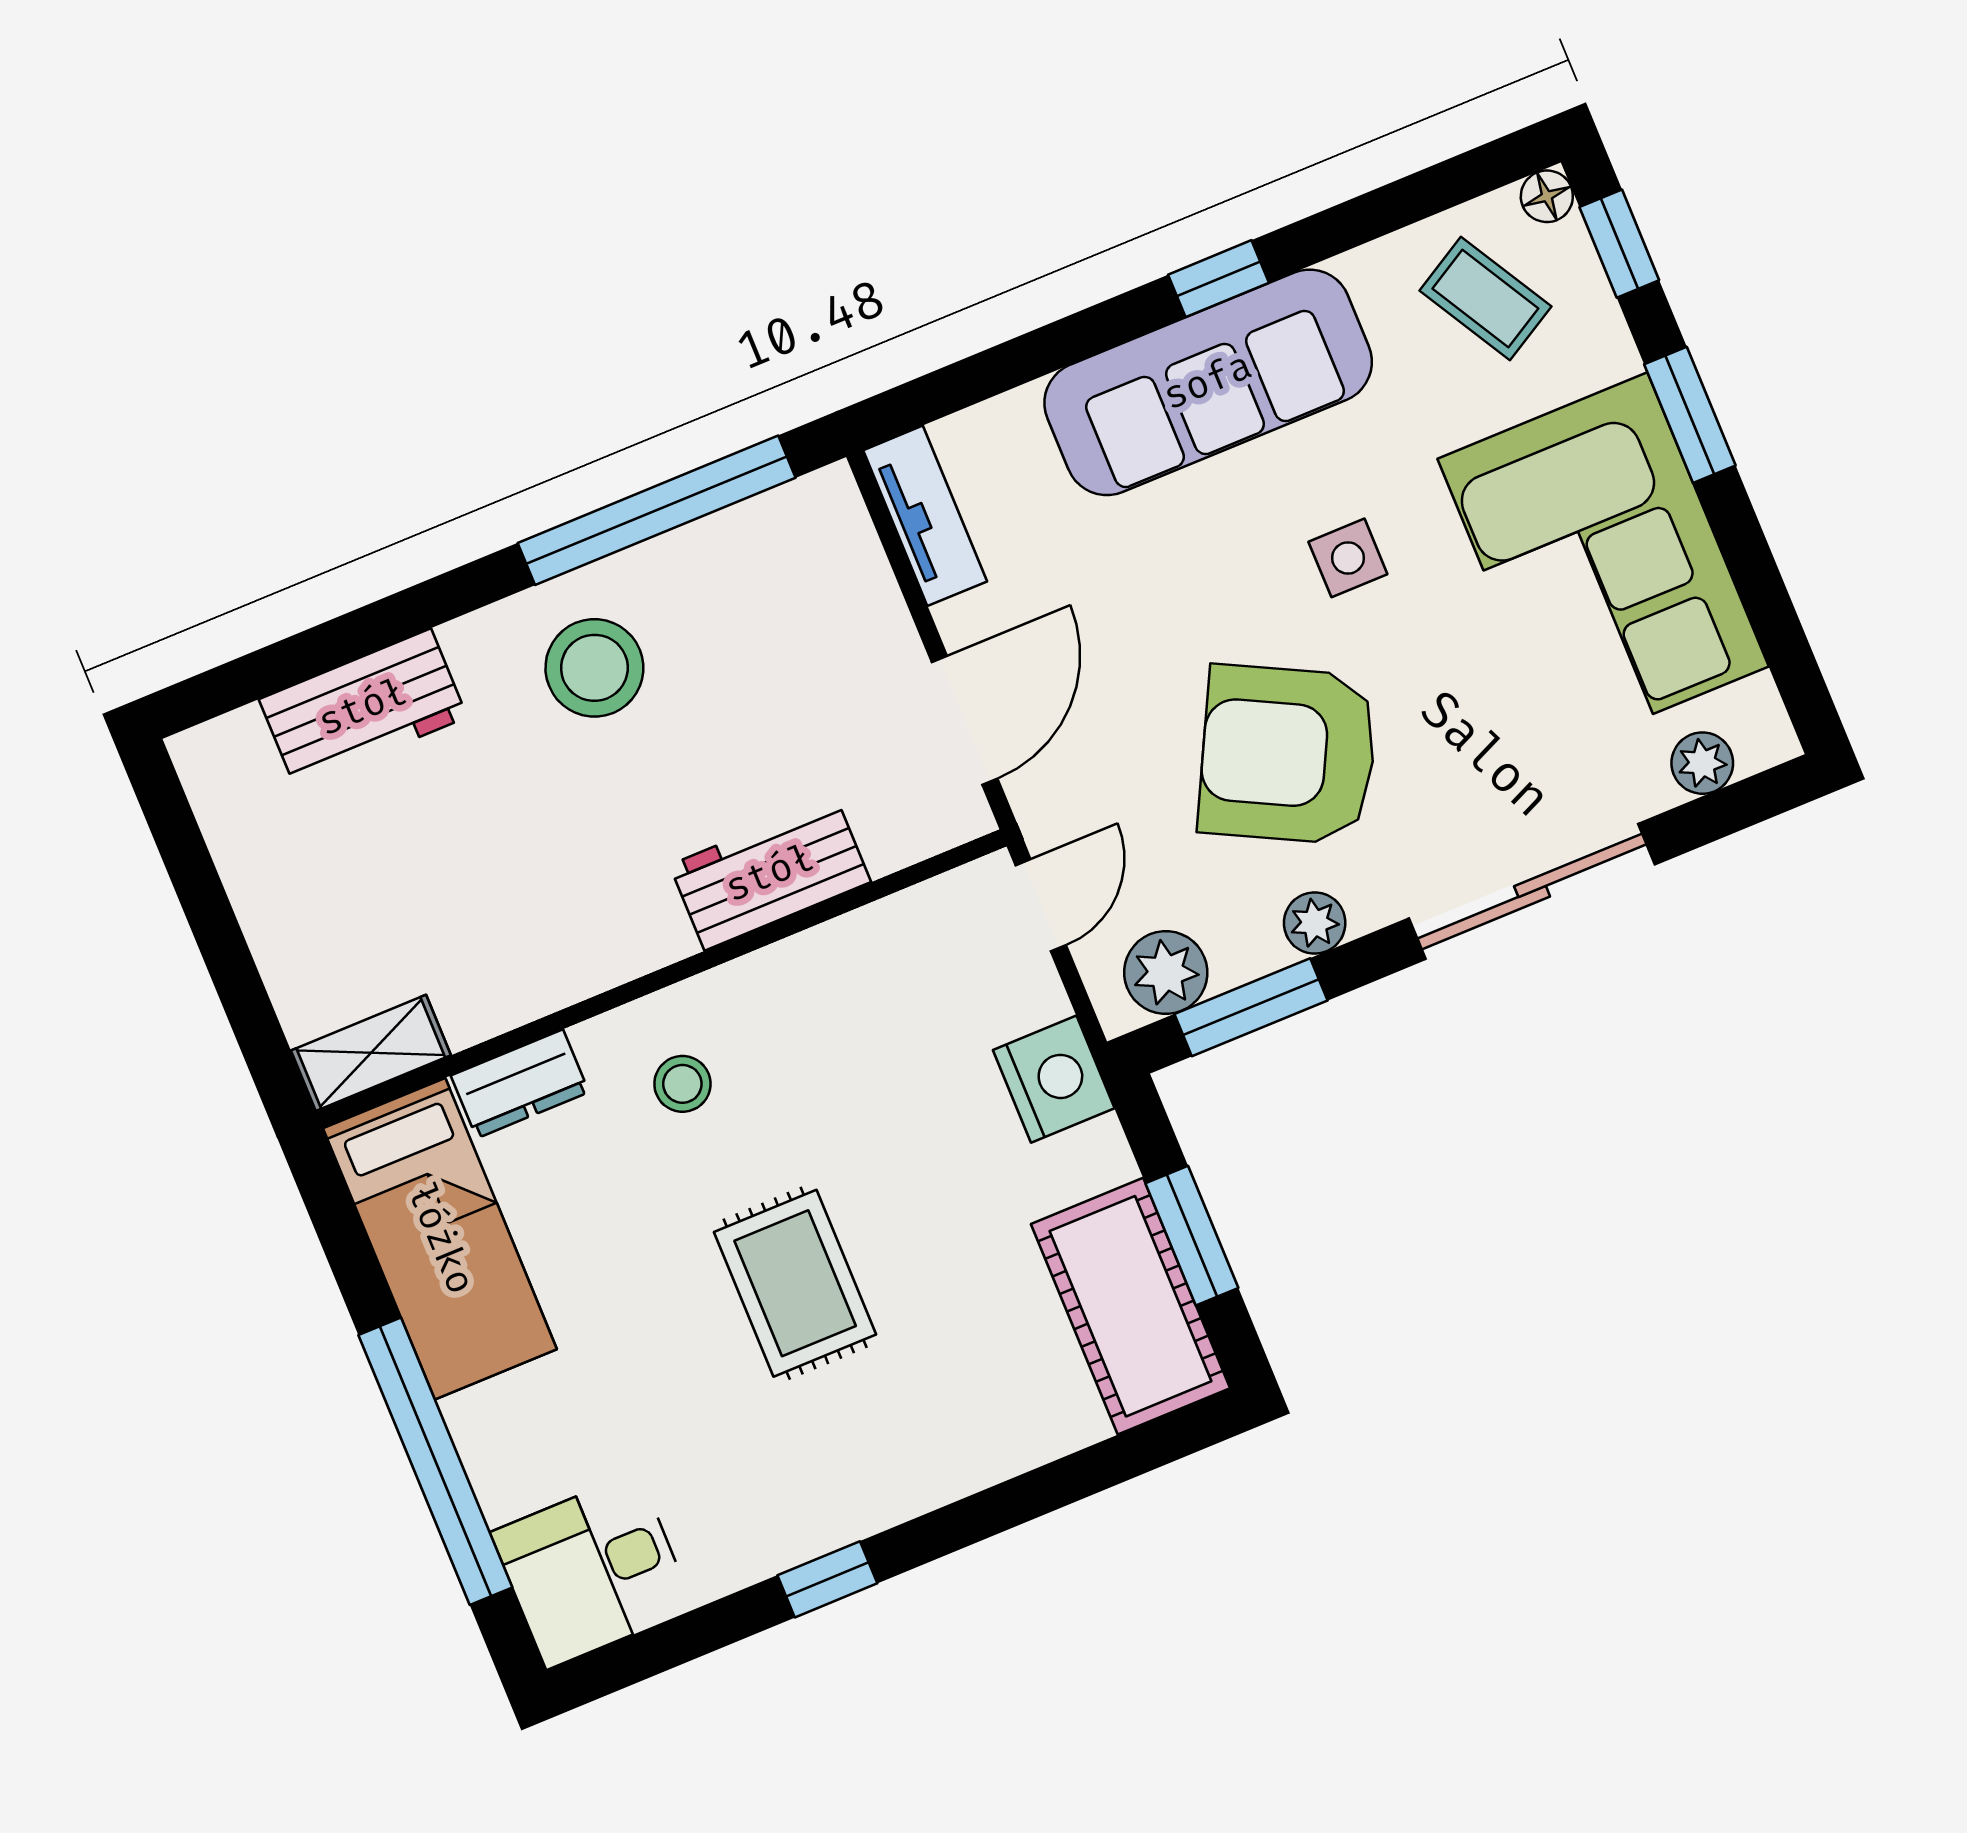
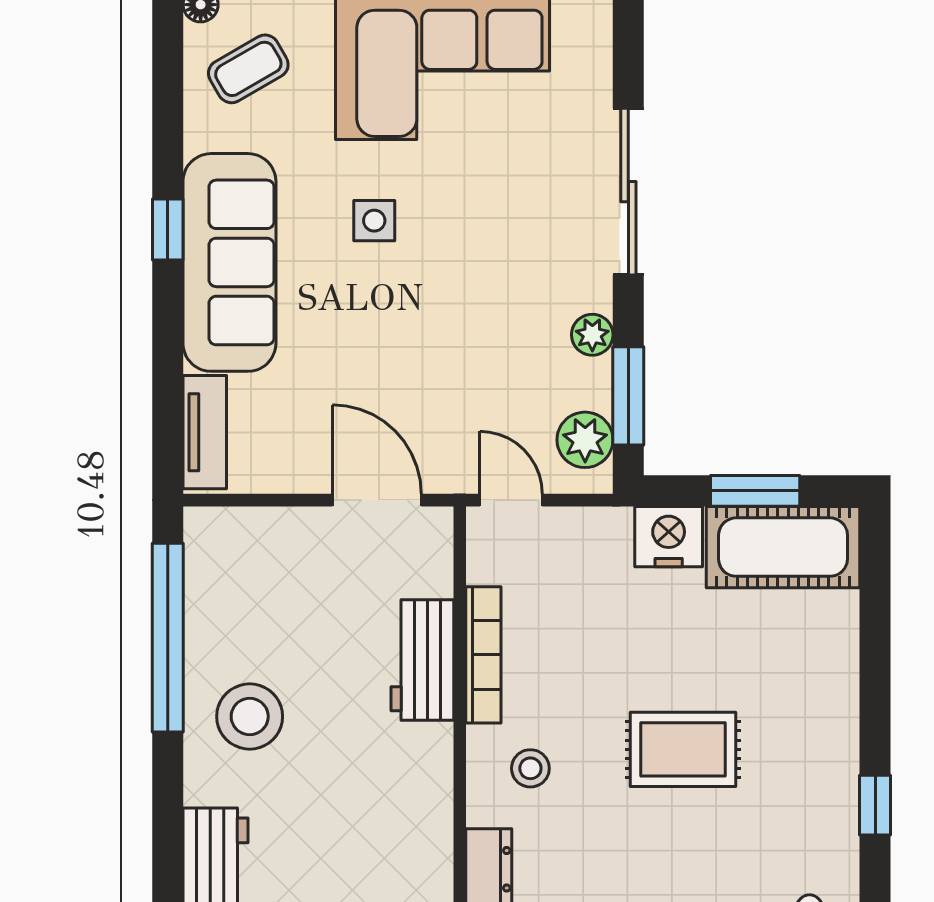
tv unit: (925, 516) -> (205, 432), moved, turned 90
armchair: (1288, 755) -> (481, 308), removed
plant: (1702, 763) -> (592, 53), removed
bookcase: (812, 955) -> (483, 655), added
nightstand: (1054, 1079) -> (669, 537), moved

